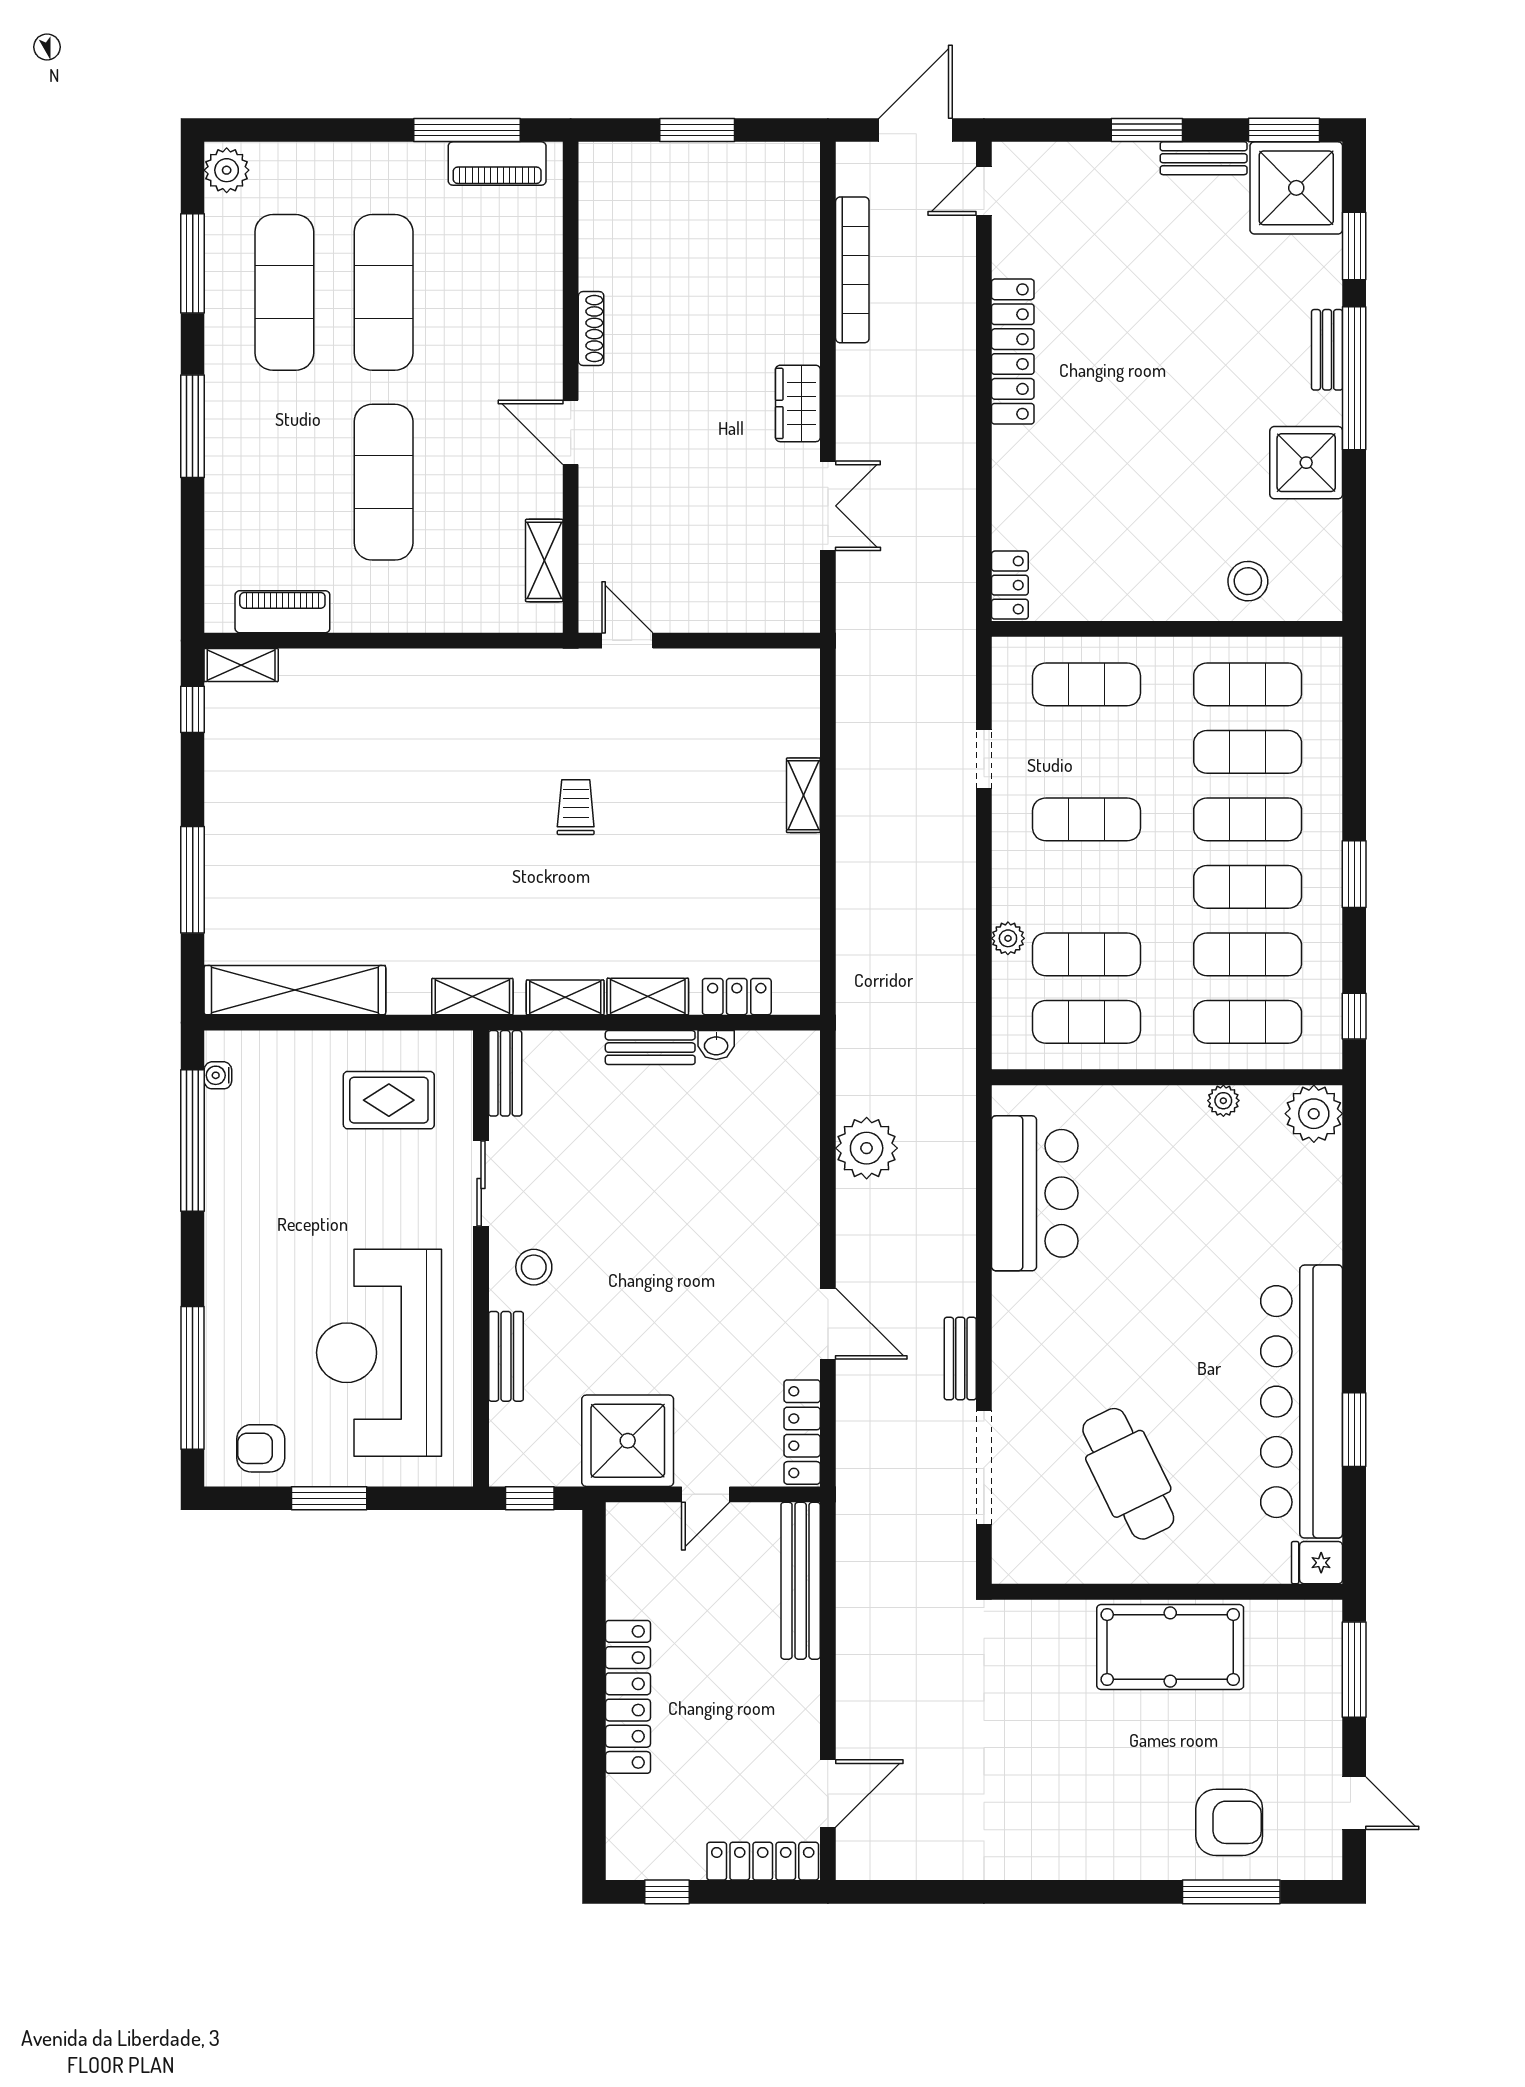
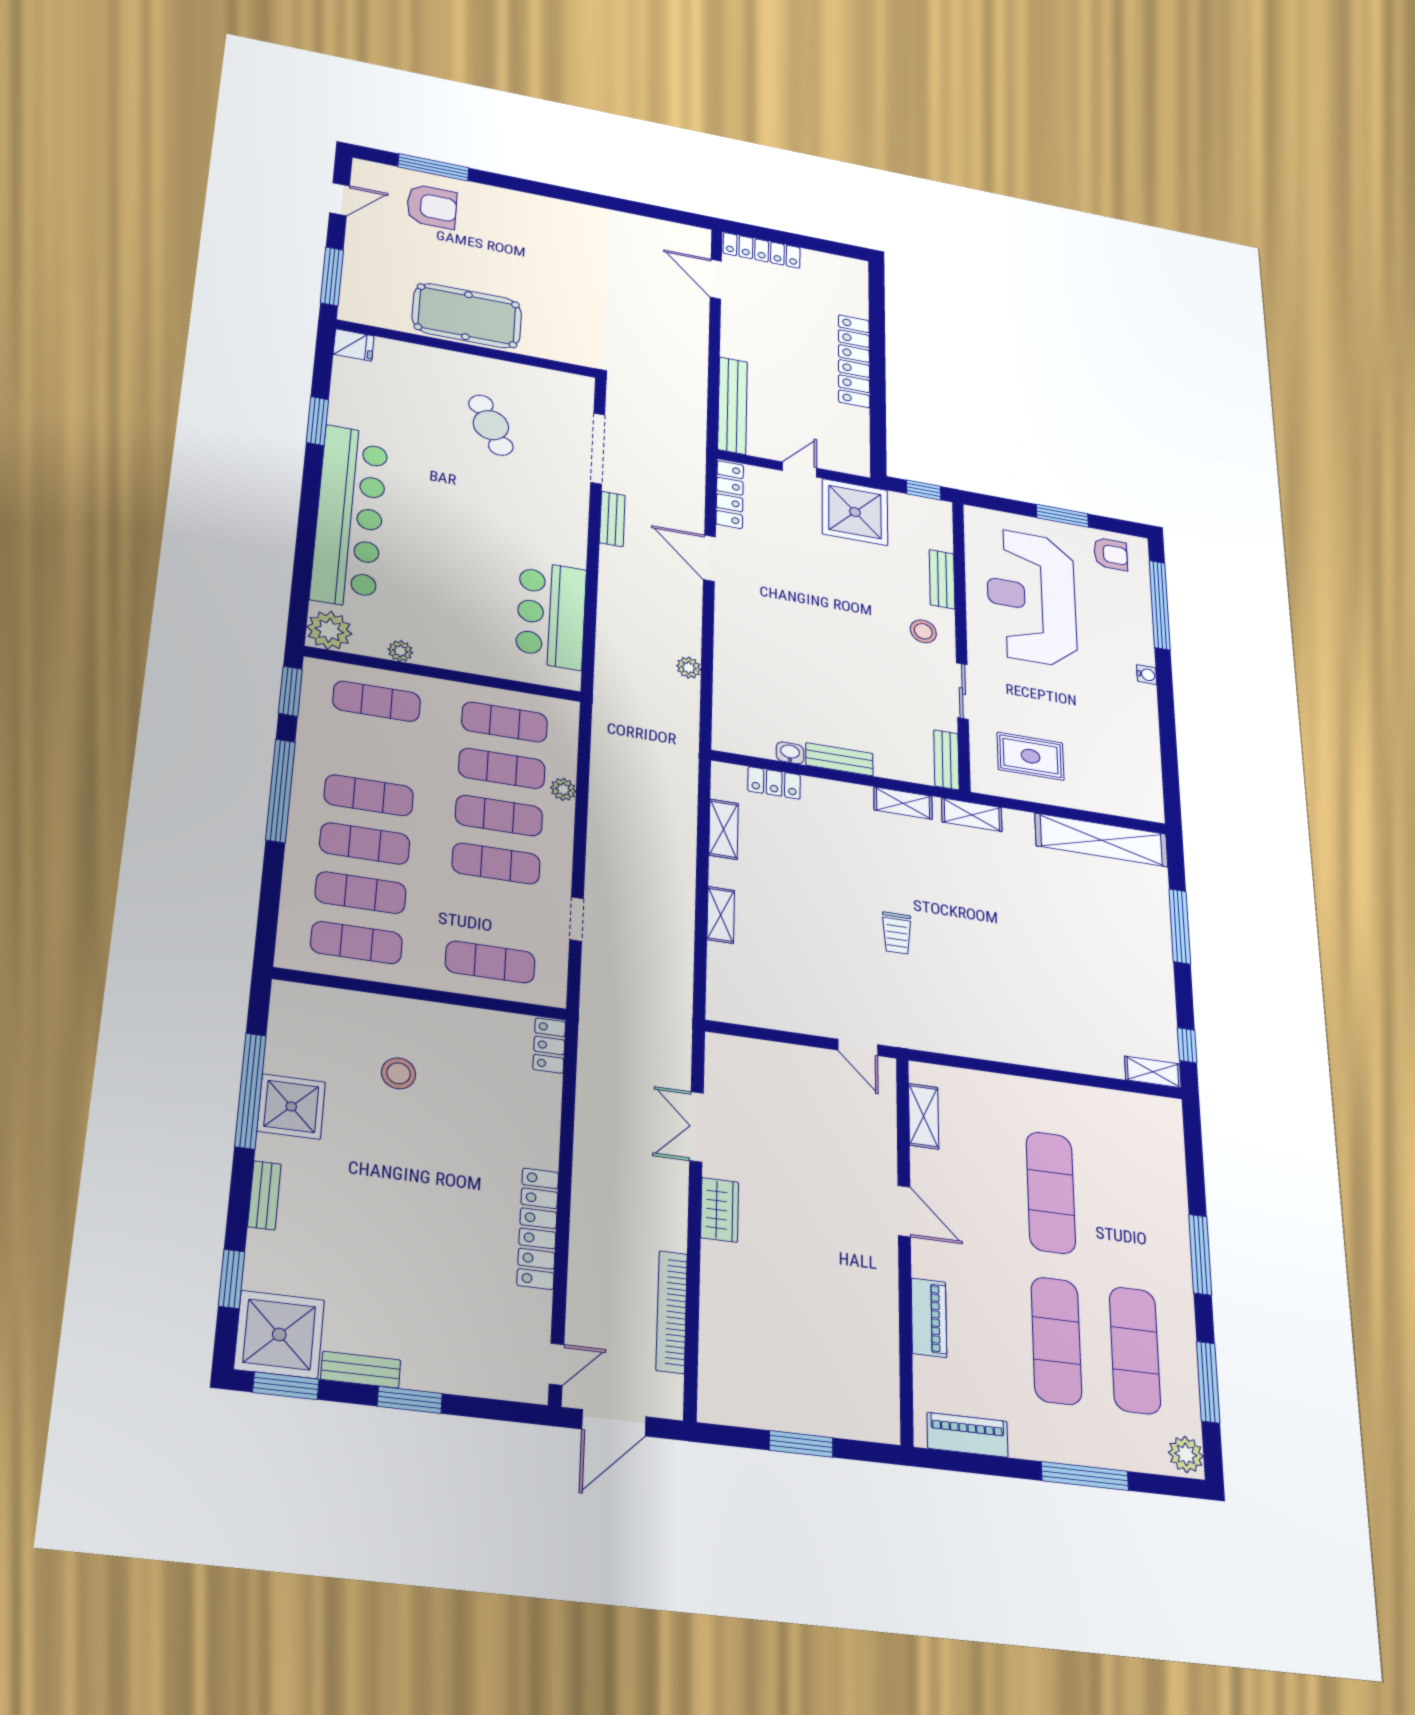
window: (467, 130) -> (1085, 1476), moved
shoe rack: (591, 329) -> (889, 1291), removed
window: (1354, 378) -> (250, 1091), moved
stool: (1248, 581) -> (399, 1073), moved
piano: (282, 612) -> (929, 1318), moved, turned -90
window: (1354, 874) -> (280, 791), width x2.11
exercise mat: (1248, 954) -> (499, 816), moved
shelving: (648, 997) -> (724, 829), moved, turned 90
window: (1354, 1016) -> (290, 691), width x1.50
water cooler: (218, 1075) -> (1147, 675), moved
window: (193, 1140) -> (1169, 753), removed
plant: (867, 1148) -> (689, 668), width x0.53, depth x0.53
reception desk: (379, 1353) -> (1031, 597), turned 180
bar counter: (1302, 1402) -> (350, 516), moved
cafe table: (1128, 1474) -> (491, 425), width x0.73, depth x0.74
door: (828, 1793) -> (716, 279), hinge flipped
door: (1354, 1803) -> (340, 199), swing flipped
armchair: (1229, 1822) -> (432, 206), turned 180
window: (667, 1892) -> (827, 247), removed

